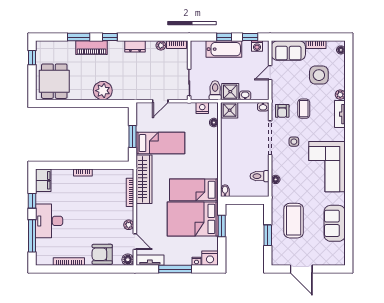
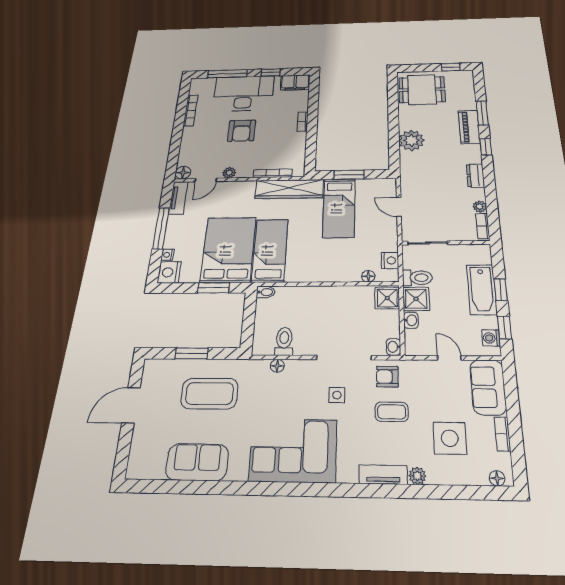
desk: (49, 221) -> (244, 93), width x1.36, depth x1.30
armchair: (102, 254) -> (242, 131), moved, turned 180

